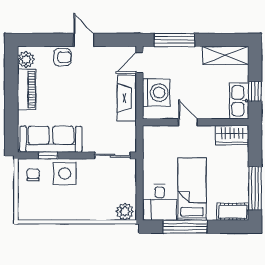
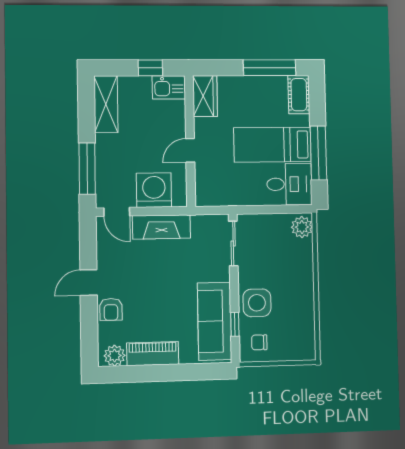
armchair: (62, 57) -> (111, 309), turned 180
kitchen sink: (239, 101) -> (169, 87), width x0.73

